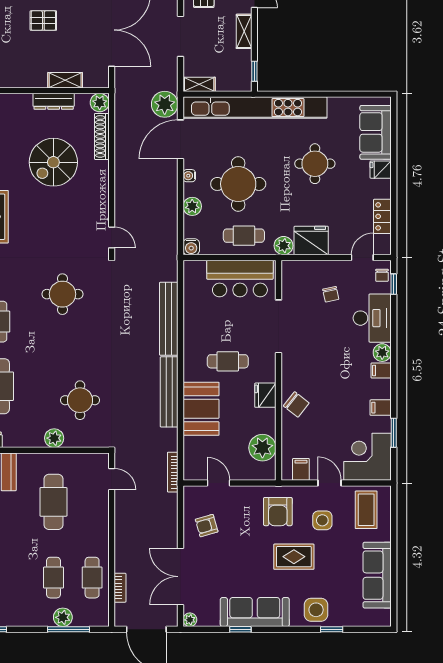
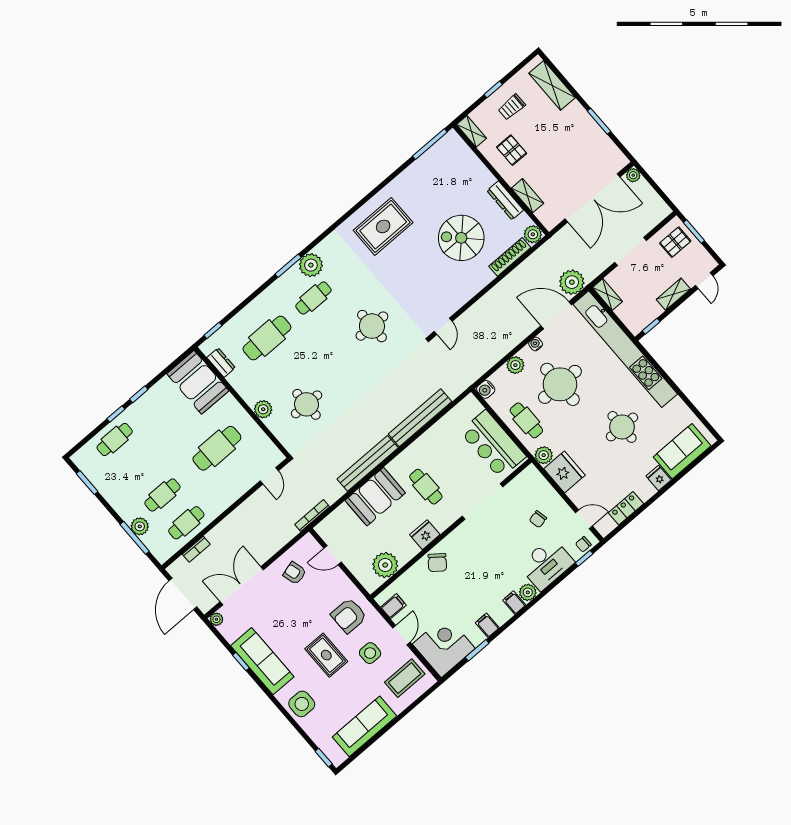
pallet: (43, 21) -> (512, 150), moved
door: (218, 483) -> (333, 555), swing flipped
window: (332, 629) -> (324, 758), moved

